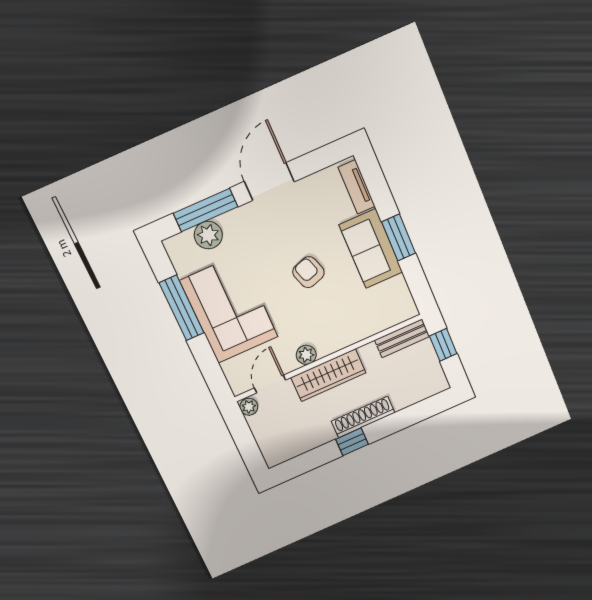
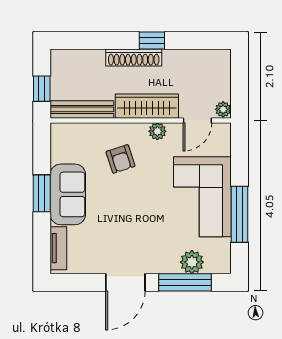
armchair: (308, 272) -> (120, 159), moved
bench: (402, 338) -> (82, 109), width x1.36

